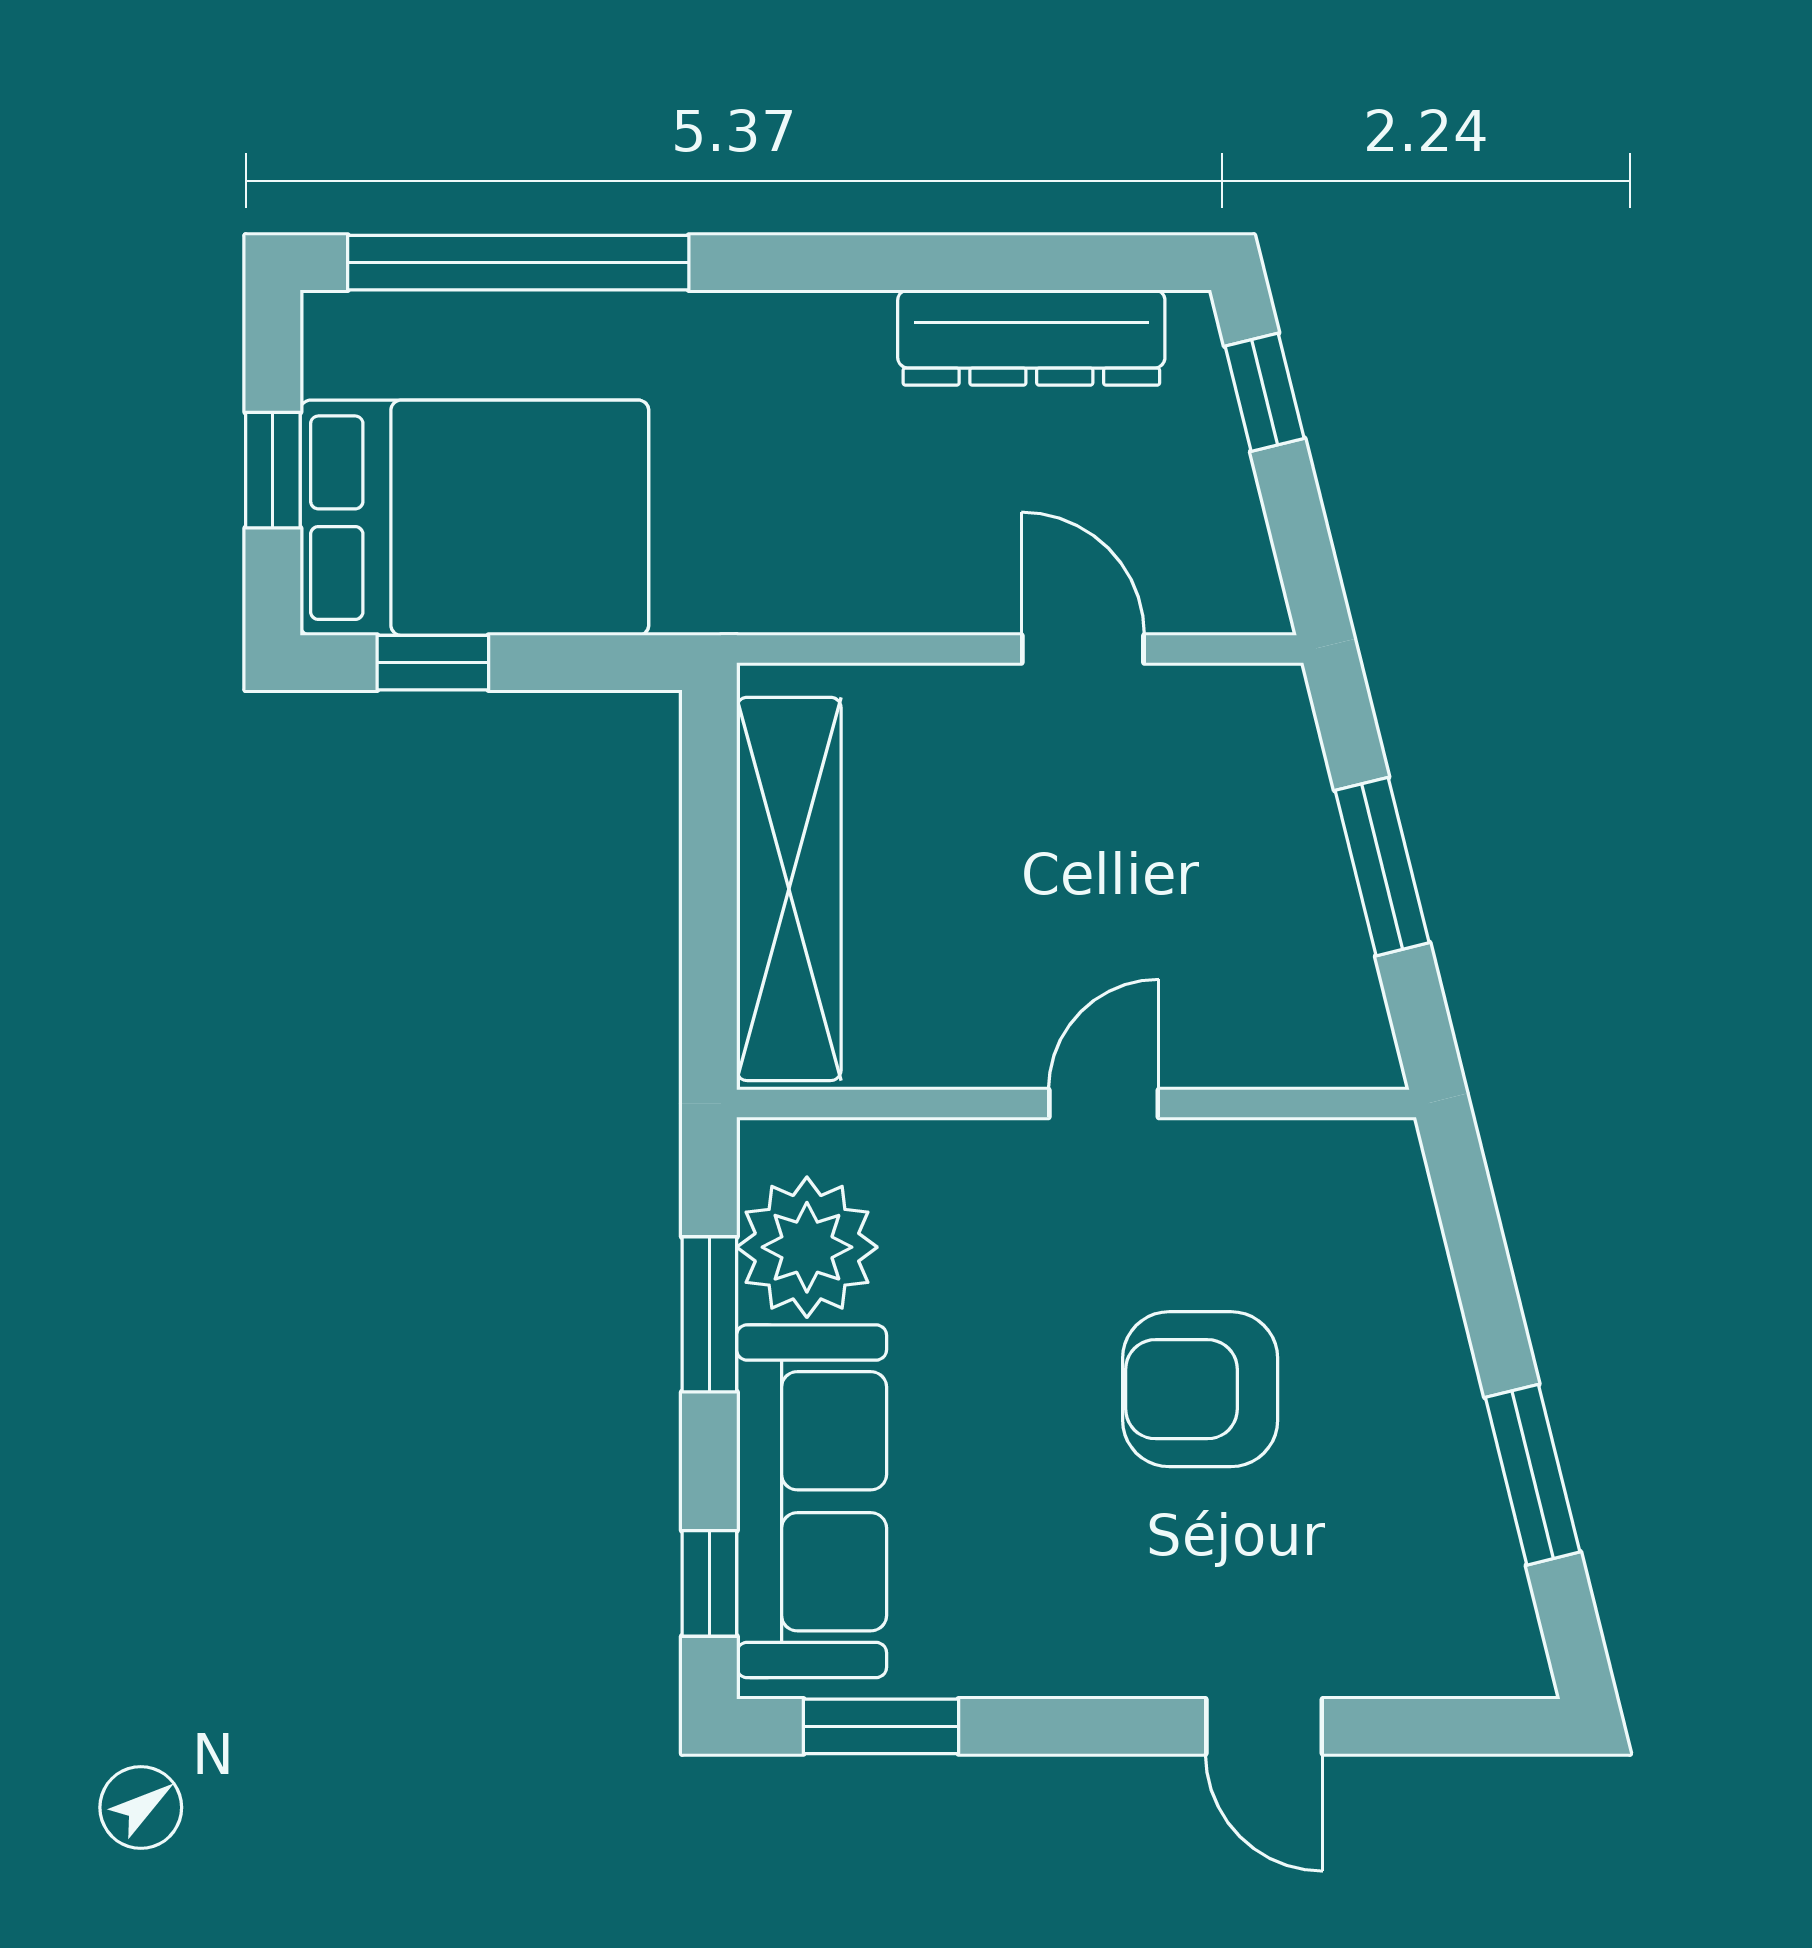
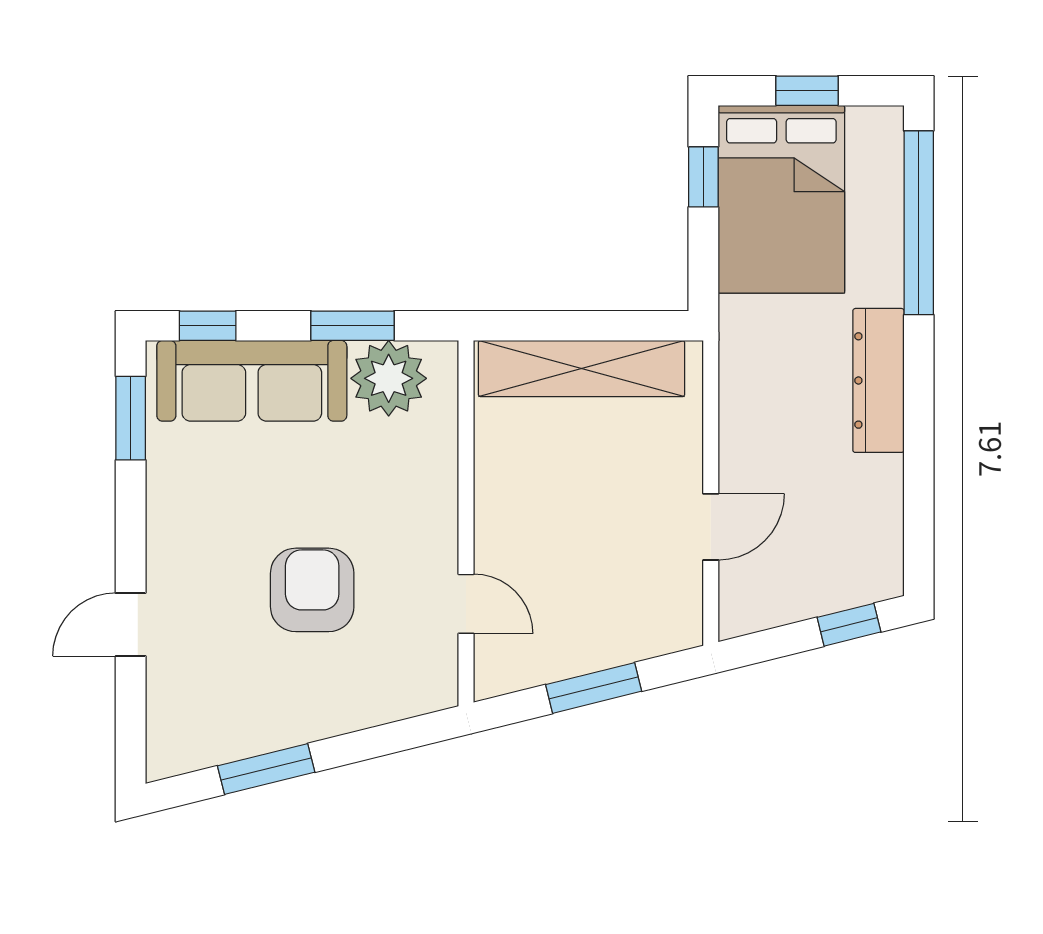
dresser: (1031, 338) -> (878, 380), moved
door: (1104, 1104) -> (466, 604), moved

